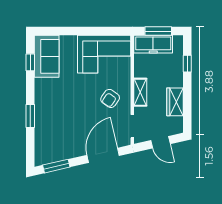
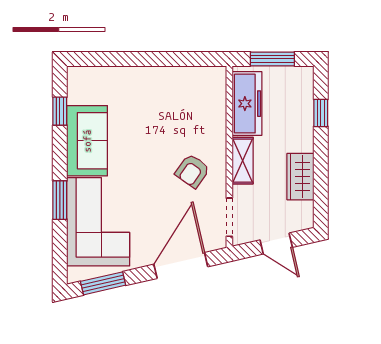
freezer: (153, 44) -> (247, 104), moved, turned -90
corner sofa: (104, 54) -> (98, 222), moved, turned -90
sofa: (47, 56) -> (87, 141), moved

